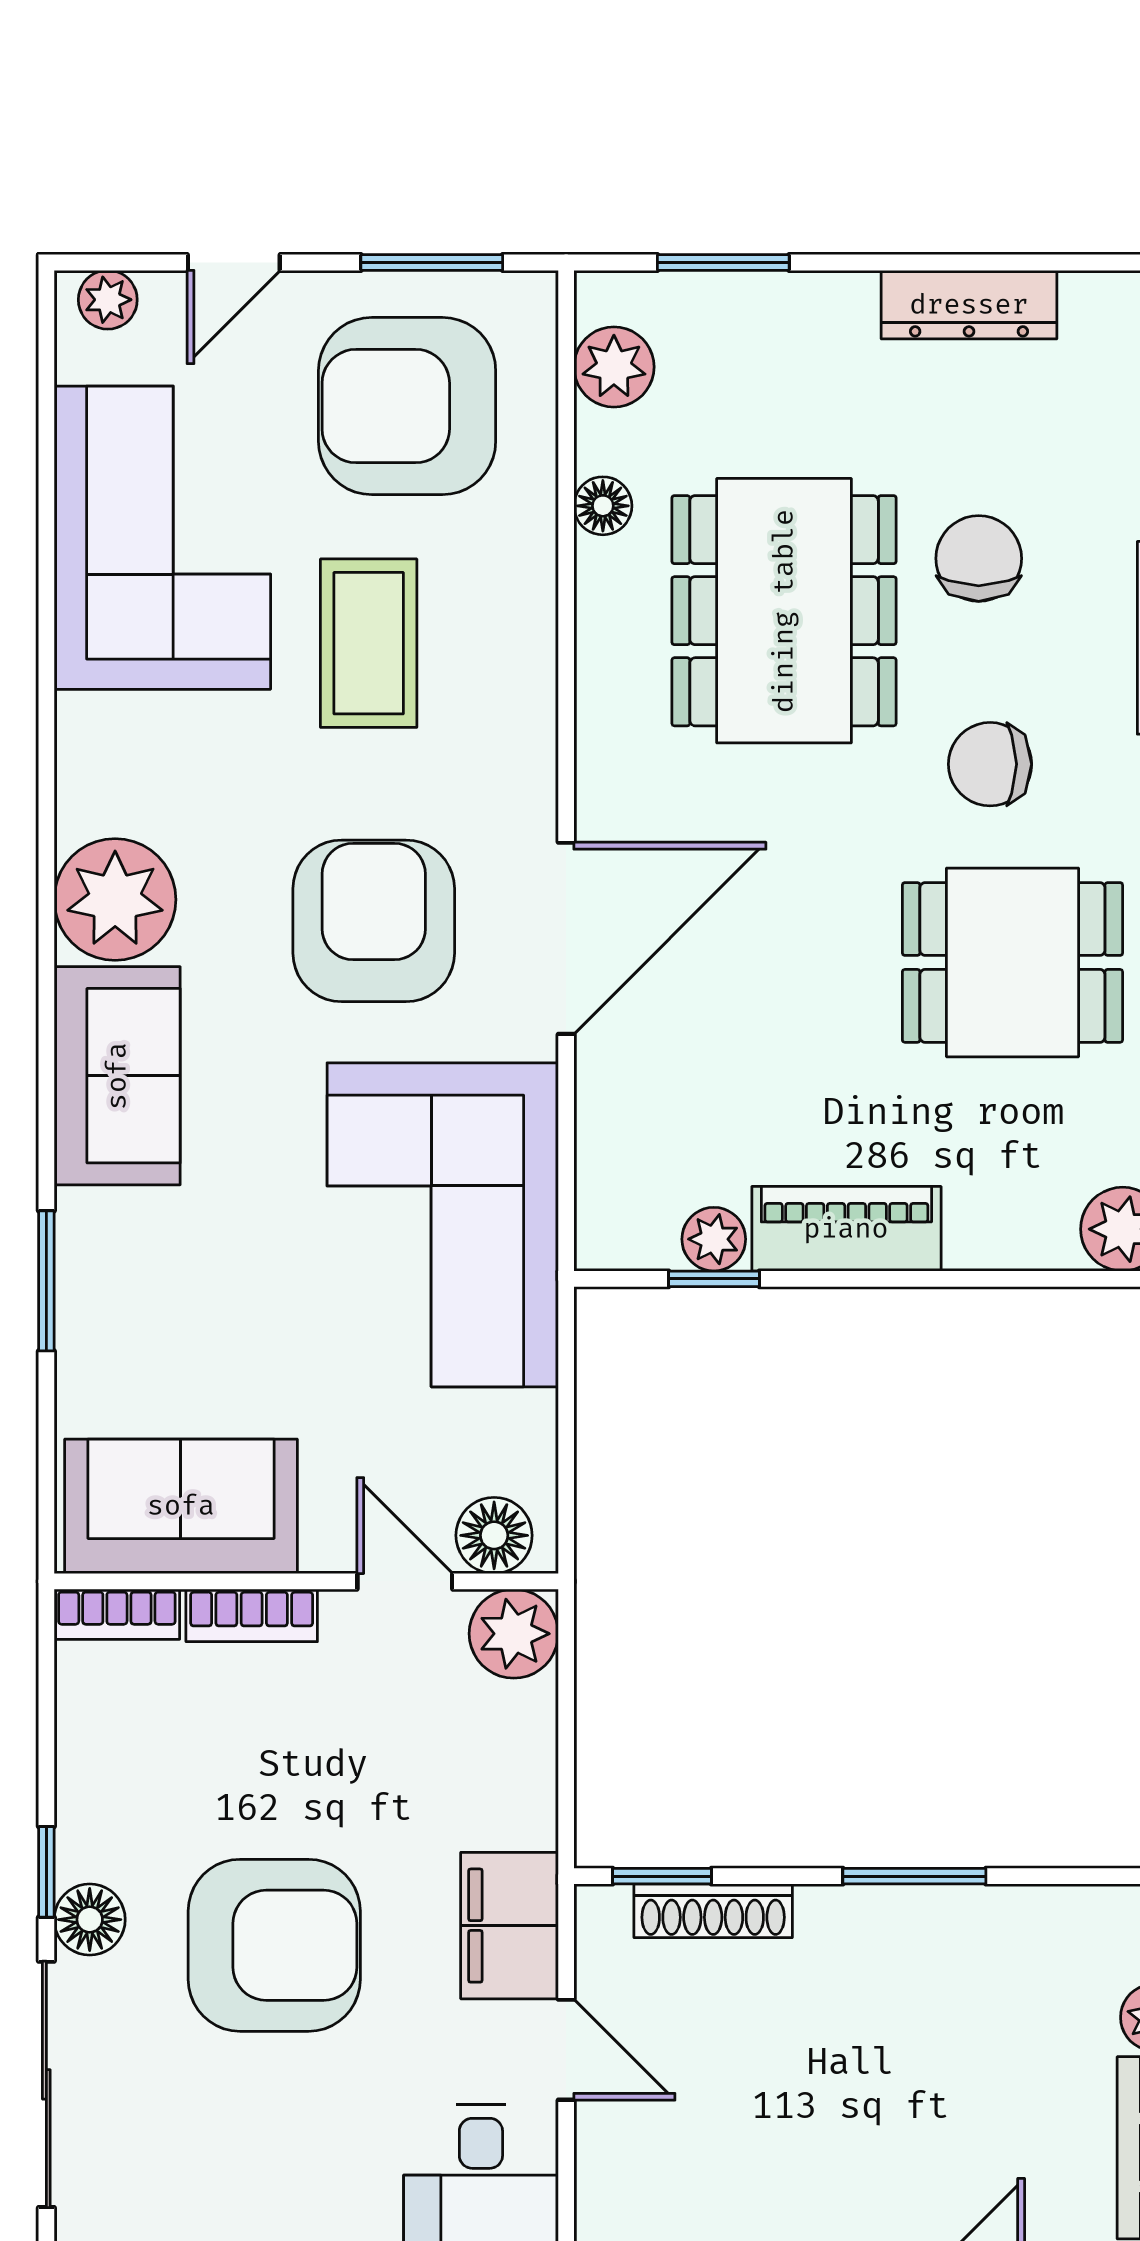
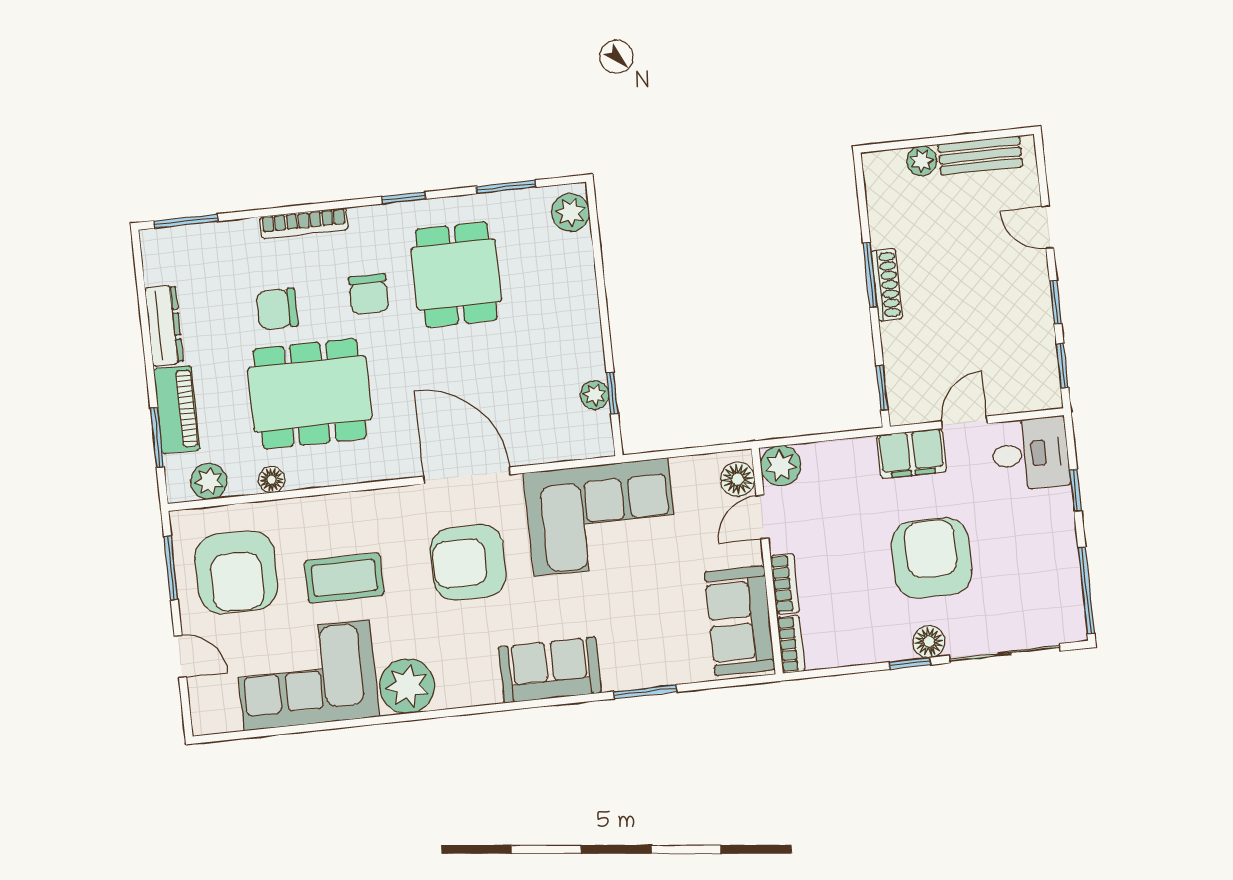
plant: (108, 300) -> (203, 711), removed
plant: (115, 900) -> (407, 686), moved
piano: (846, 1229) -> (177, 409), moved, turned 180
shoe rack: (713, 1911) -> (887, 285), moved

